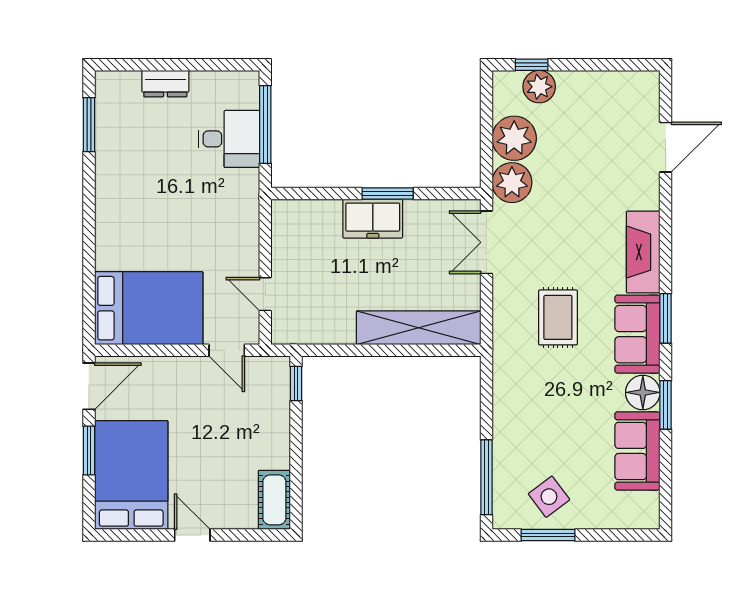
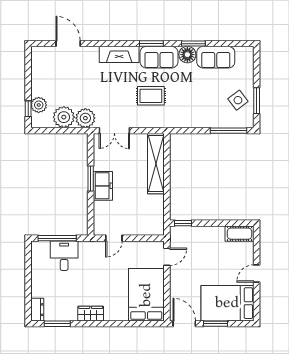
dresser: (165, 84) -> (37, 310), moved
wardrobe: (110, 194) -> (91, 314), added
door: (265, 294) -> (114, 238), moved

